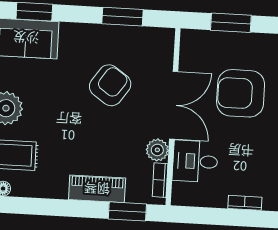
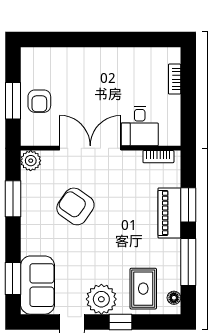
armchair: (241, 93) -> (39, 101), moved, width x0.53, depth x0.53
plant: (157, 150) -> (31, 161), moved
window: (42, 207) -> (188, 262), added
window: (127, 211) -> (188, 205), moved

